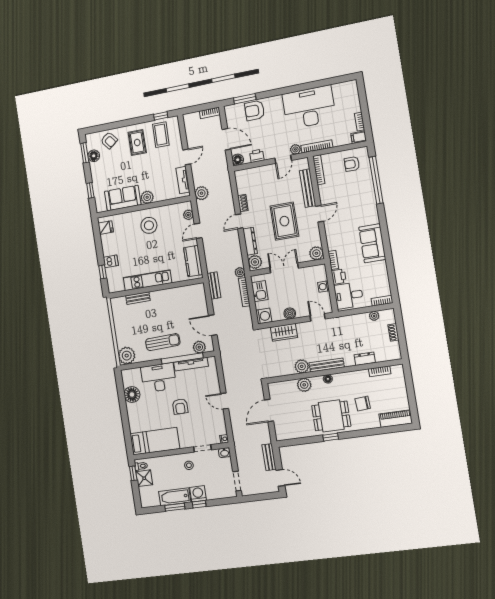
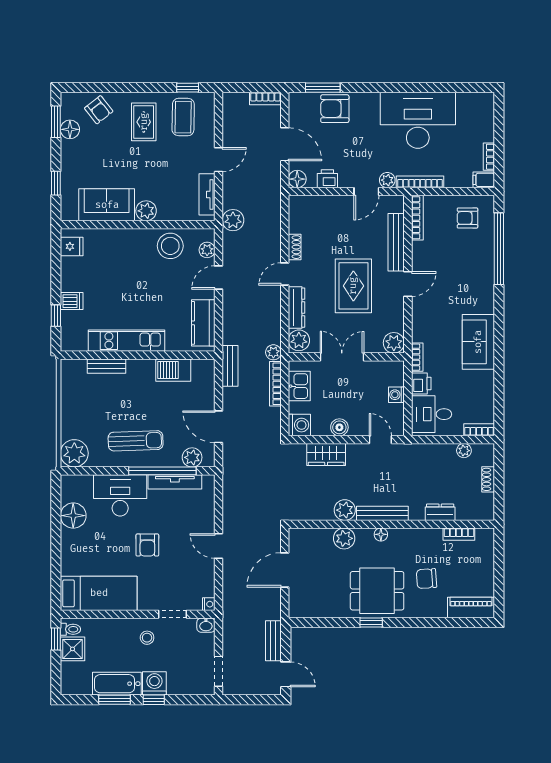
stool: (149, 225) -> (170, 246), moved
barbecue: (179, 294) -> (173, 370), added

